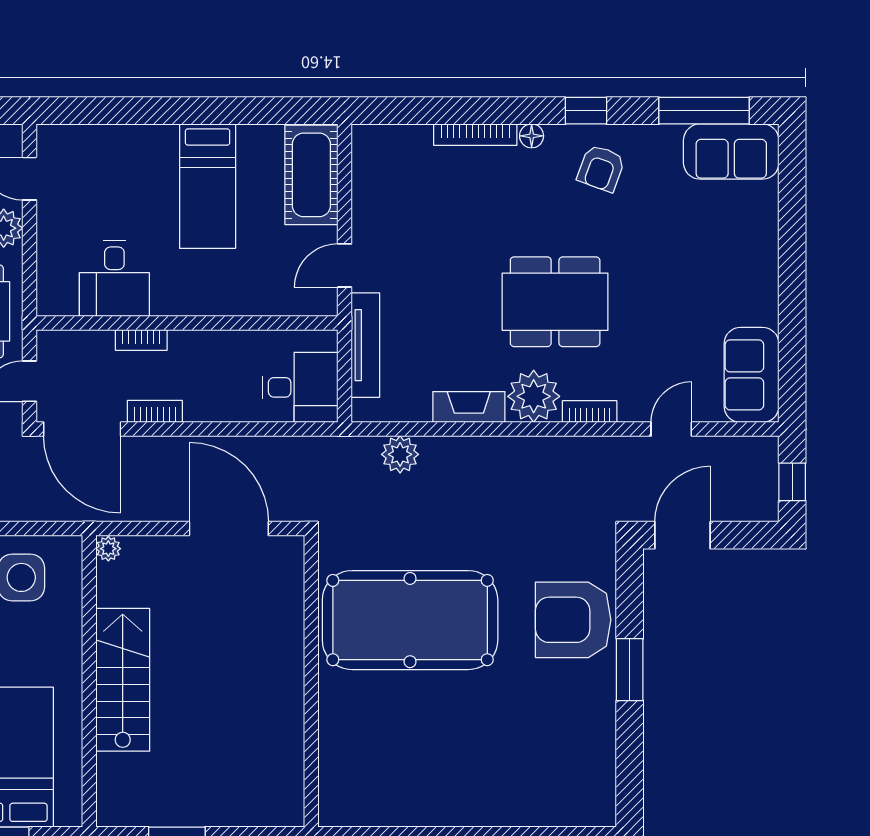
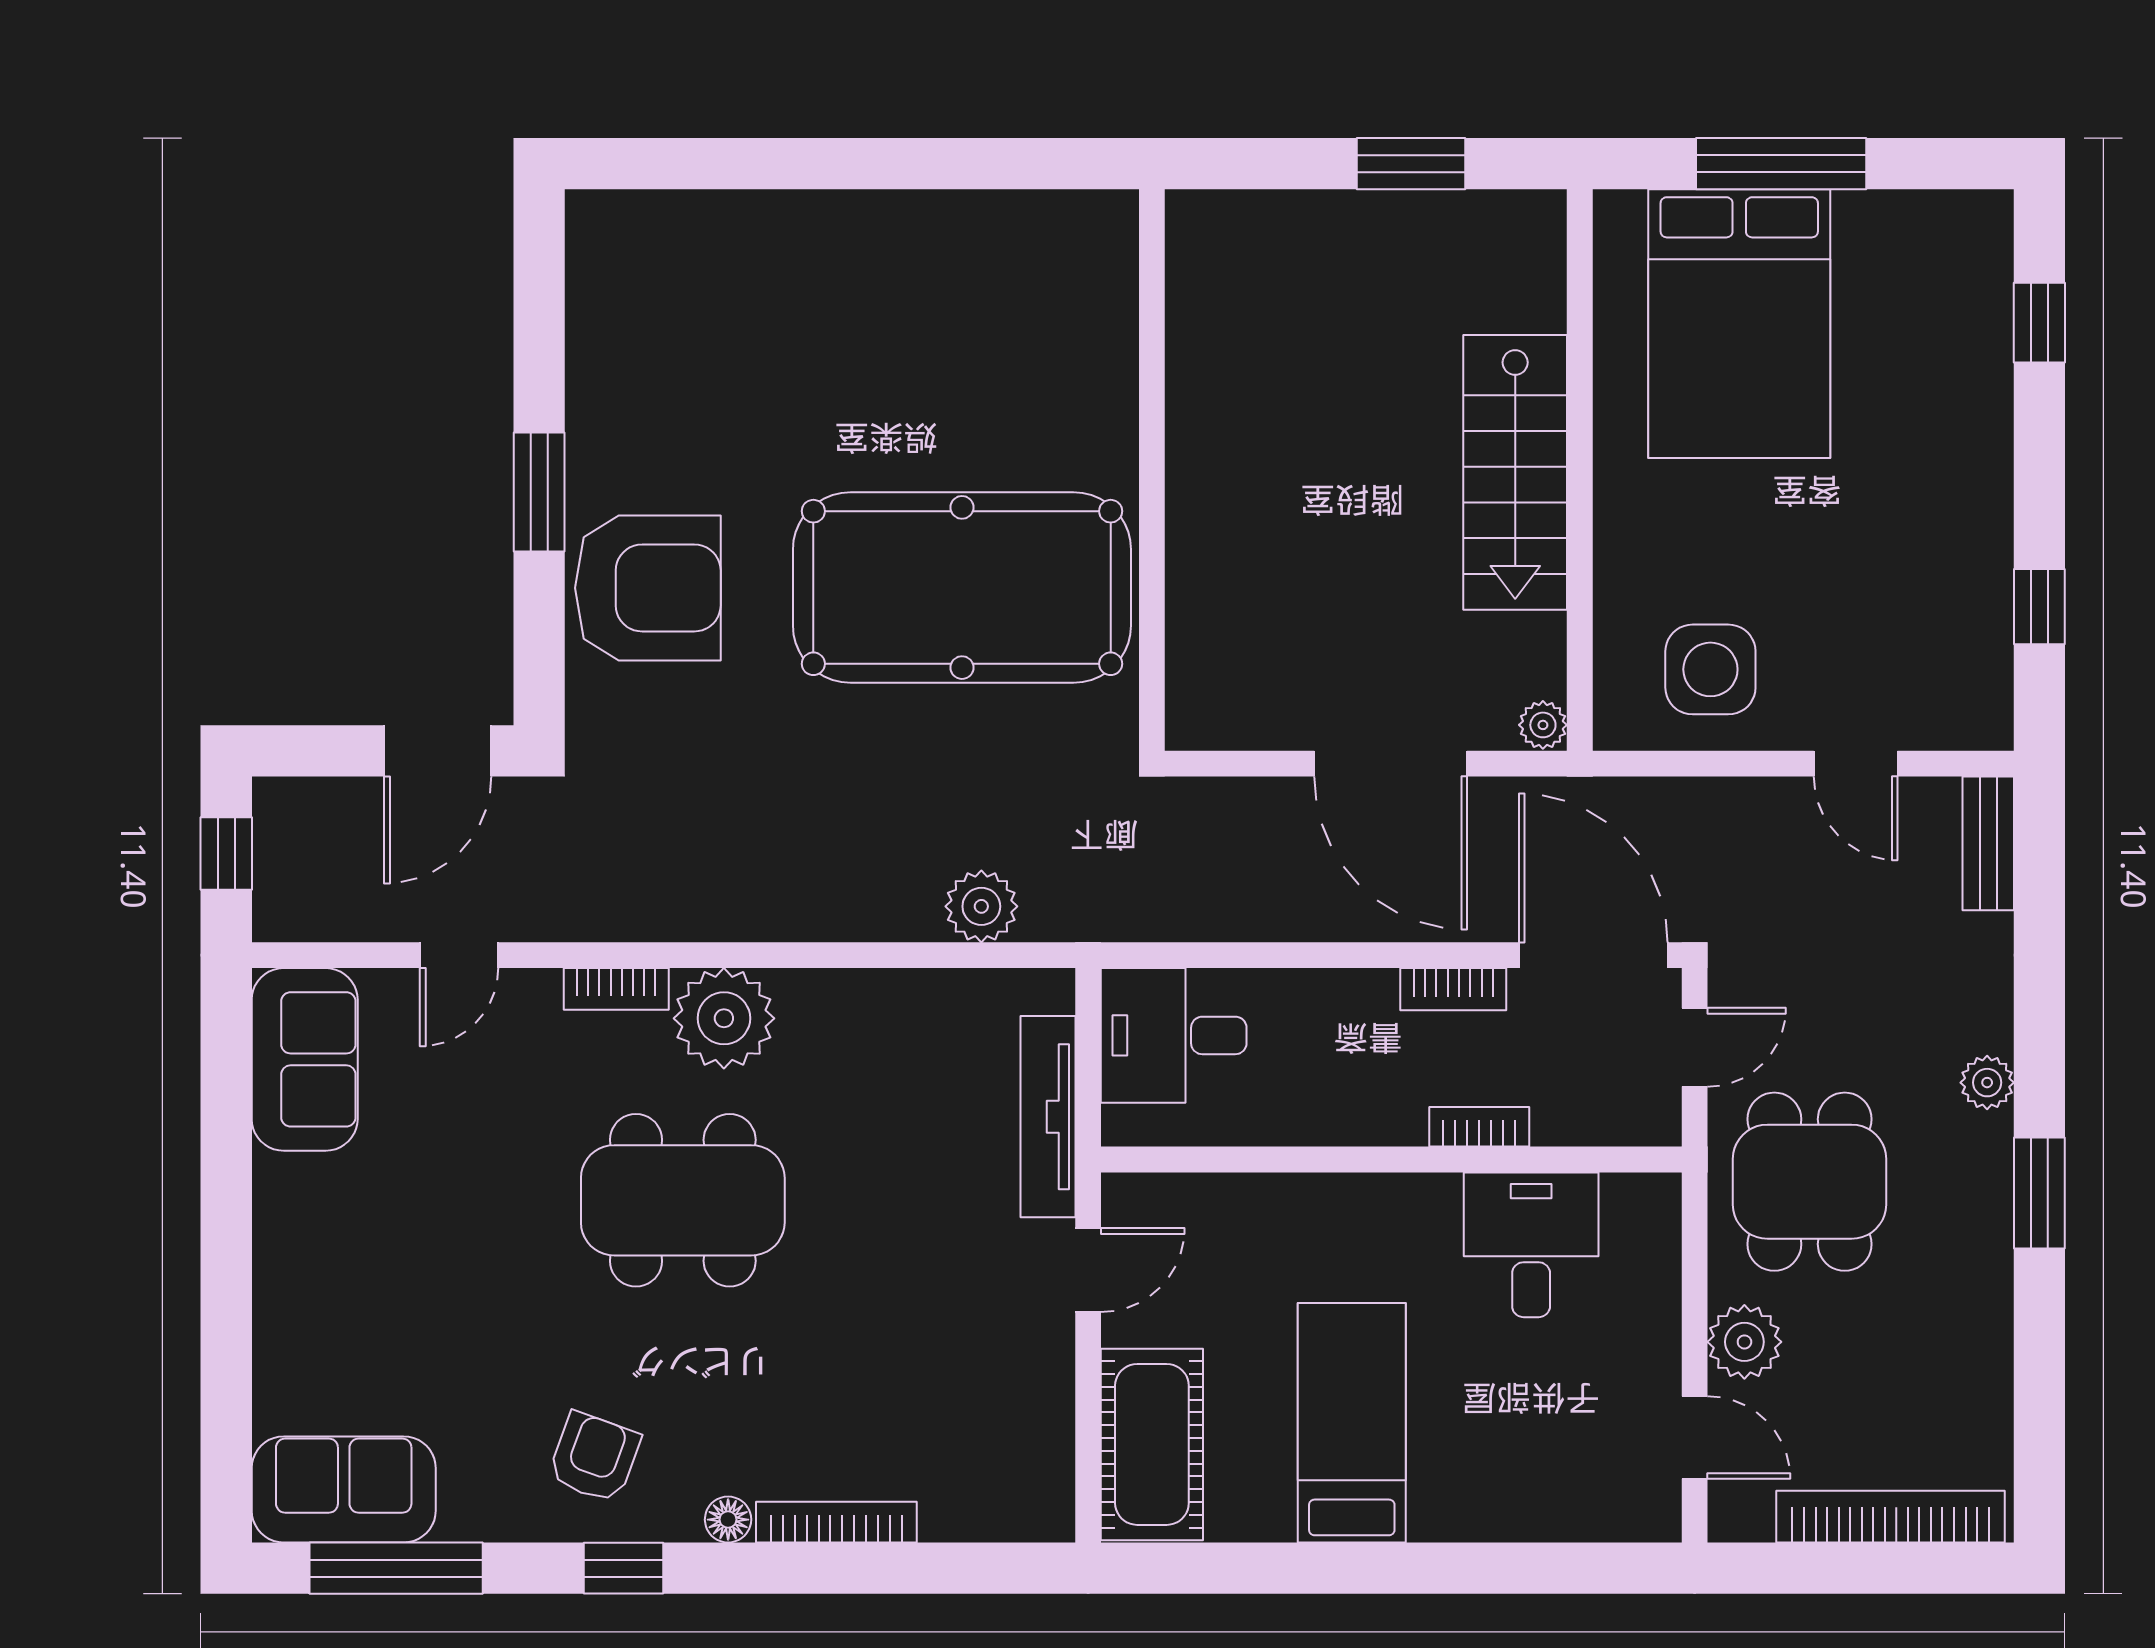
fireplace: (469, 407) -> (849, 998), removed
door: (229, 529) -> (1391, 764), moved

